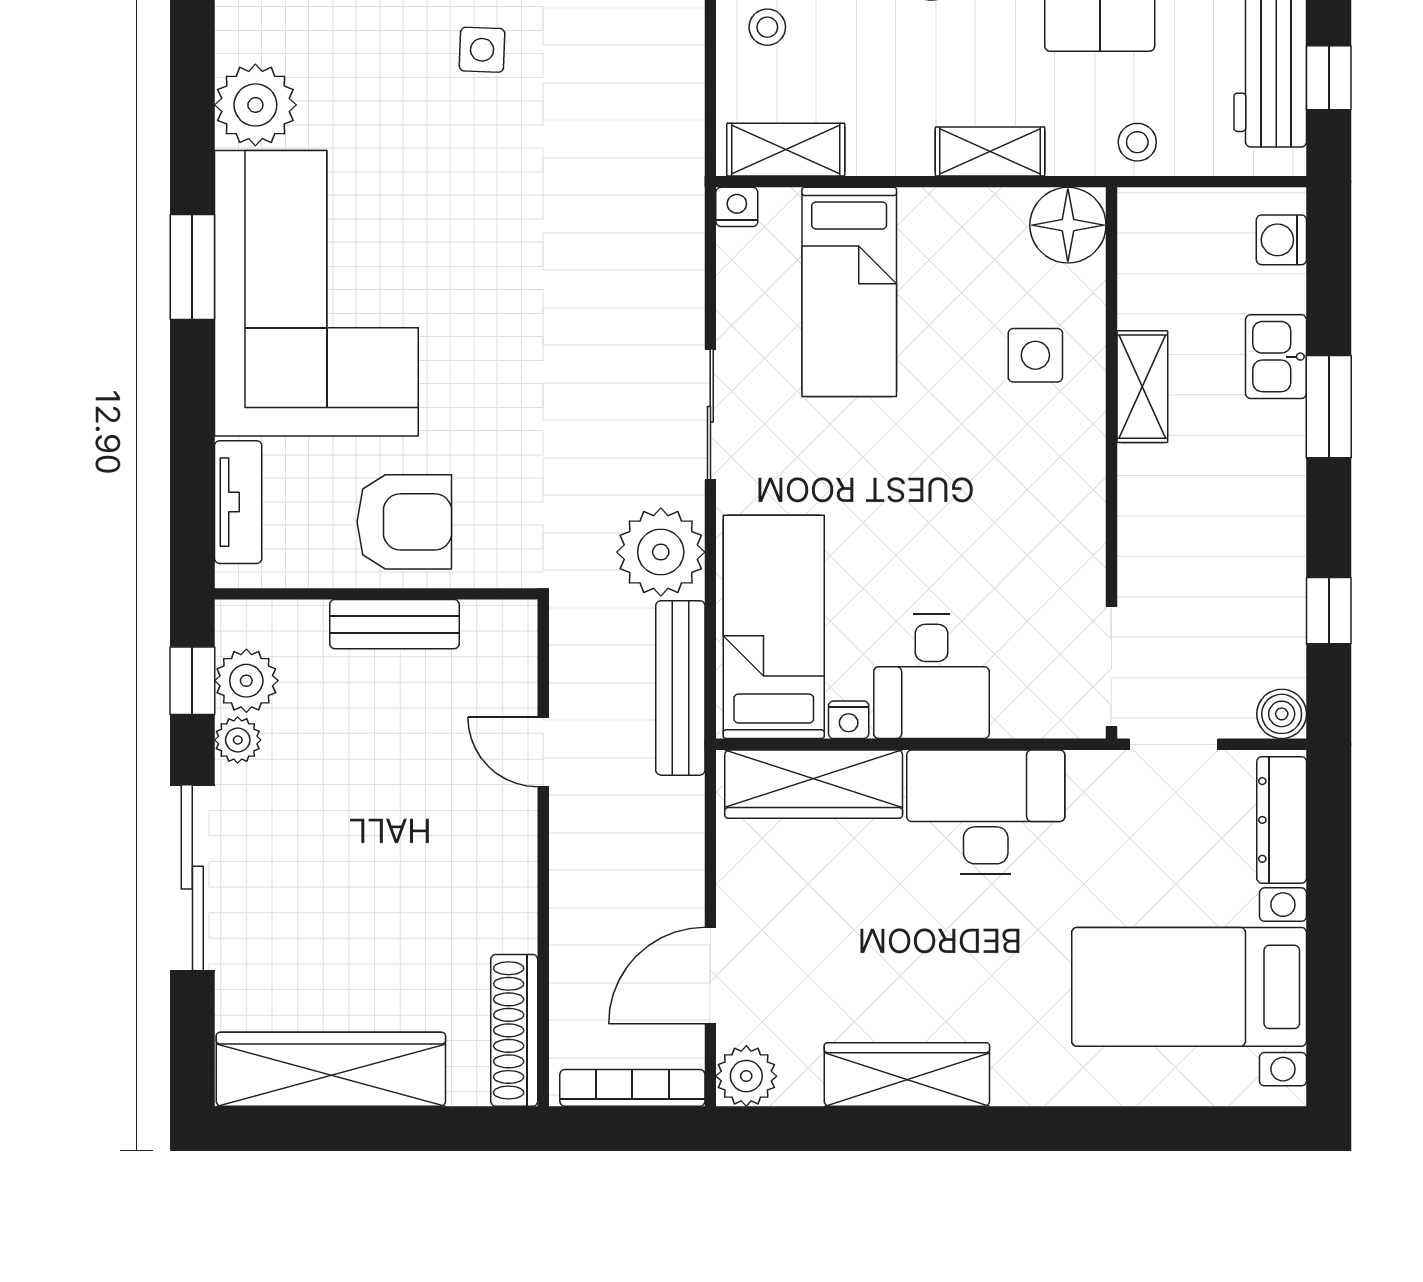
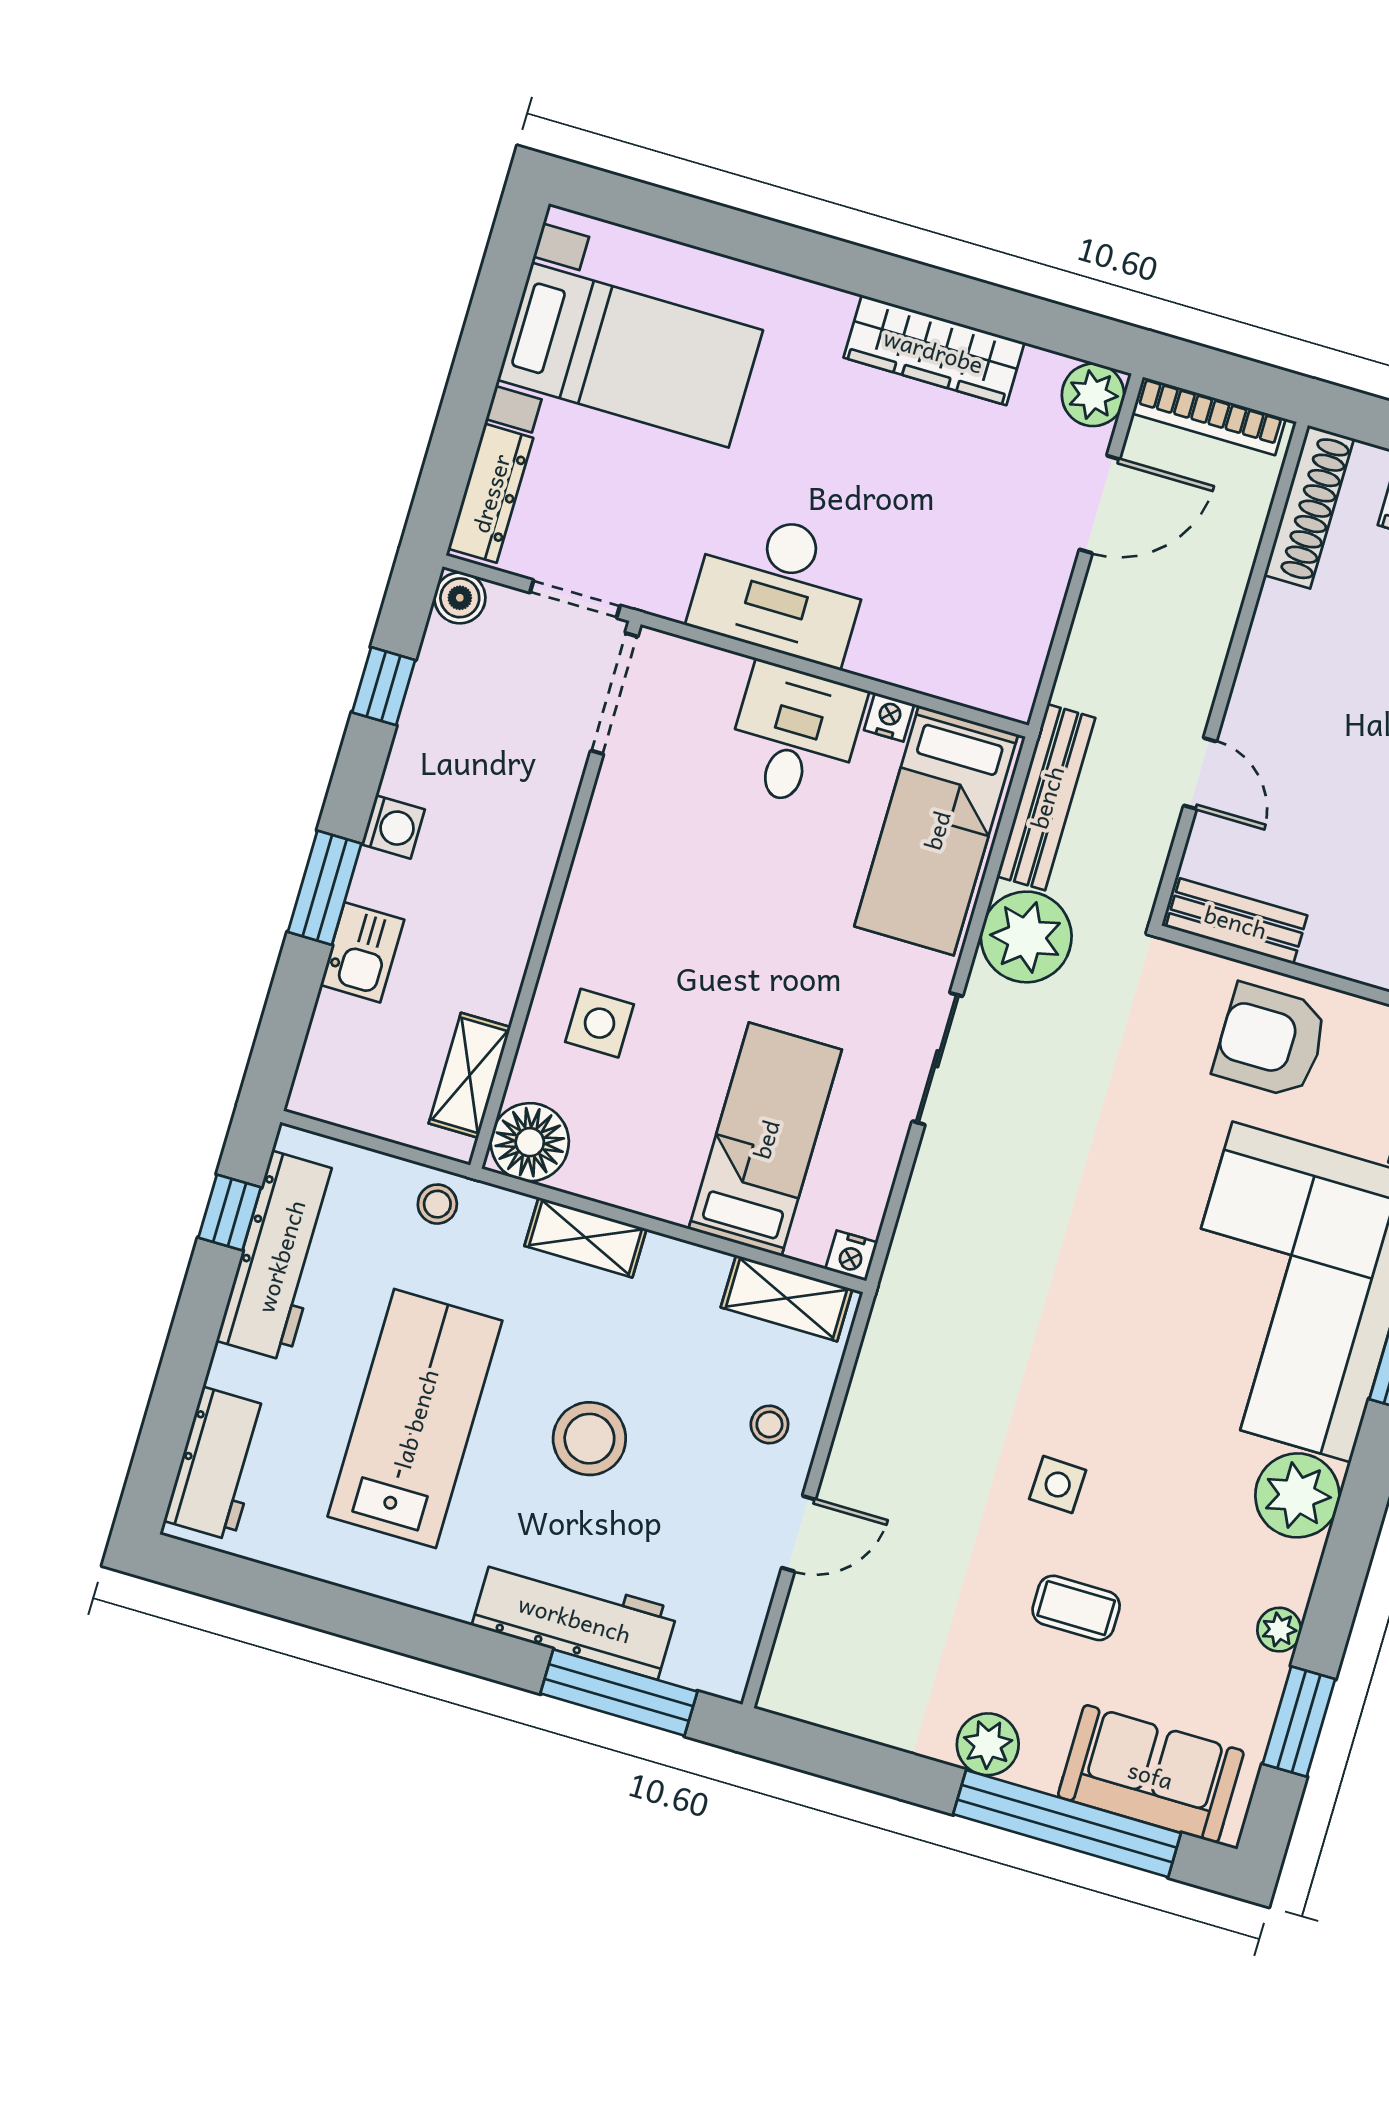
washing machine: (1281, 240) -> (393, 827), moved
shelving: (1142, 387) -> (470, 1075), moved
bench: (394, 624) -> (1236, 921), moved
wardrobe: (814, 784) -> (942, 664), removed

